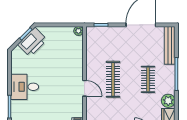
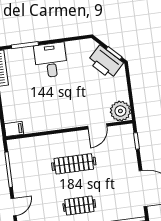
plant: (78, 31) -> (120, 111), width x1.88, depth x1.88
door: (84, 88) -> (97, 126), moved

